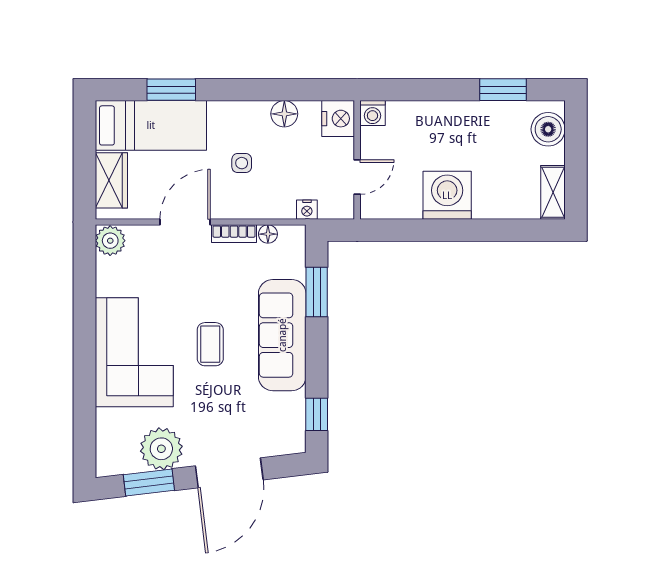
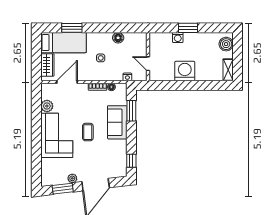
window: (503, 90) -> (188, 28), moved
washing machine: (372, 113) -> (178, 37), moved
nightstand: (338, 119) -> (140, 40), removed
door: (357, 177) -> (148, 64), swing flipped
door: (185, 222) -> (67, 82), moved
plant: (110, 241) -> (47, 106), moved
sofa: (282, 335) -> (117, 122), width x0.73
plant: (161, 449) -> (72, 178), width x0.53, depth x0.53

